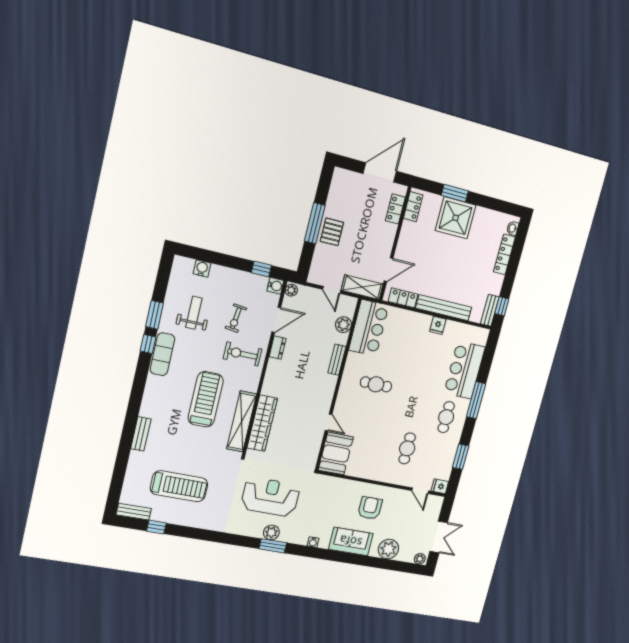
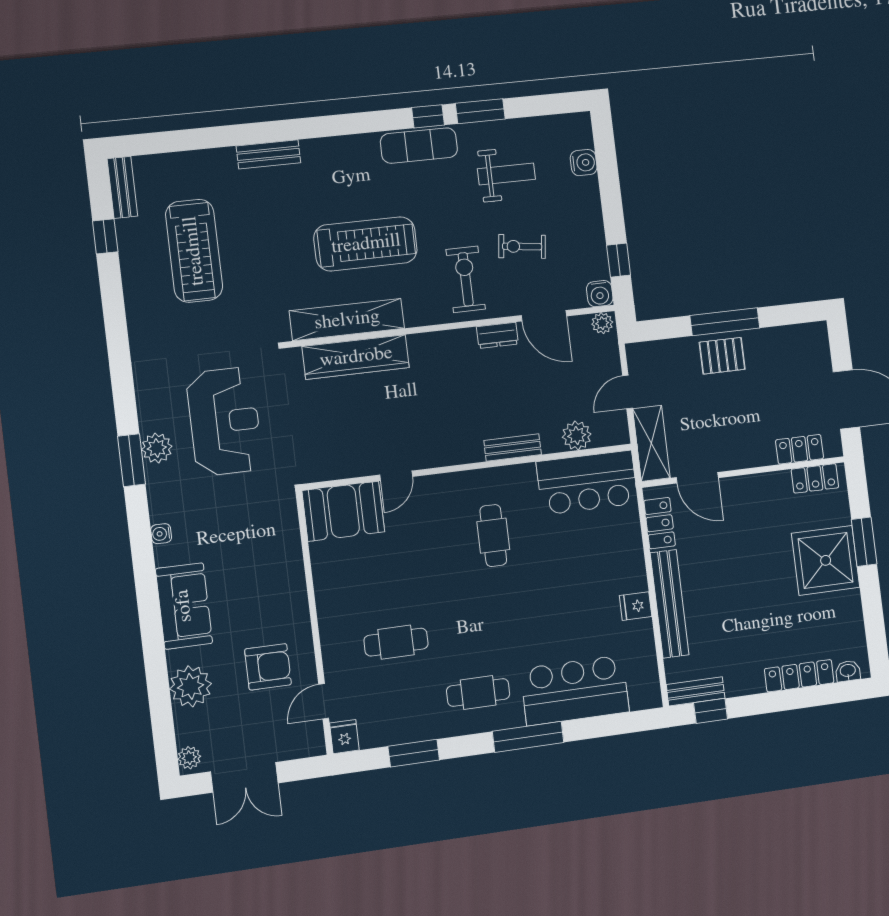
armchair: (370, 508) -> (268, 667), moved

